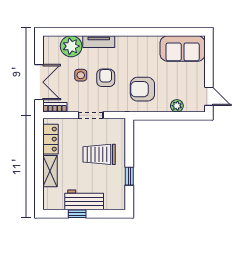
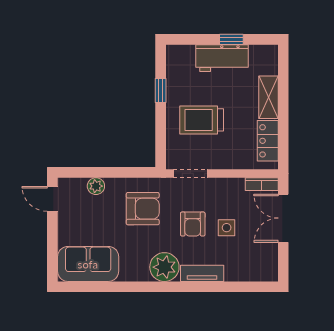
plant: (71, 46) -> (164, 267), moved
doorway: (91, 115) -> (190, 173), moved
trolley: (99, 154) -> (202, 120), turned 180

